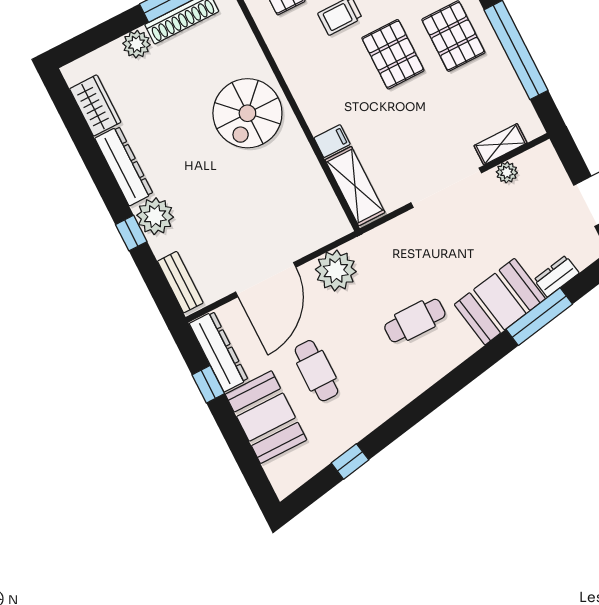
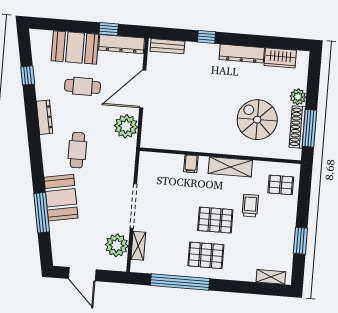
spiral stairs: (247, 113) -> (257, 120), moved
plant: (507, 172) -> (117, 245), width x1.88, depth x1.88
shelving: (355, 186) -> (230, 167), moved
plant: (155, 216) -> (208, 54), removed
dresser: (556, 276) -> (44, 117), moved, width x1.44
door: (266, 280) -> (143, 89), hinge flipped

